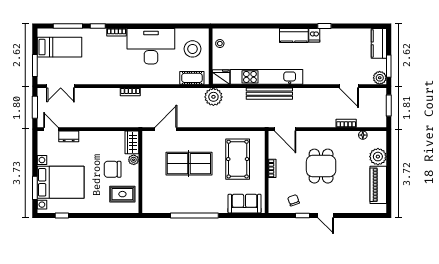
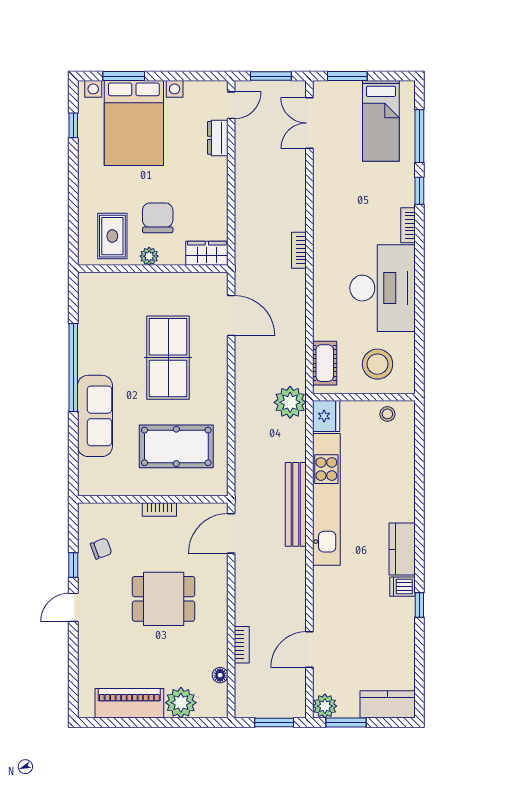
plant: (134, 160) -> (149, 256), moved
sofa: (245, 204) -> (95, 416), moved, width x1.36

